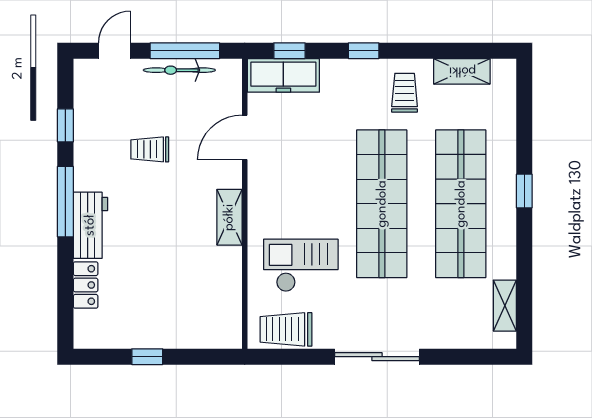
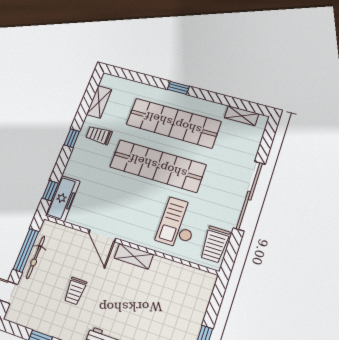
window: (364, 51) -> (72, 138), moved
door: (245, 137) -> (102, 236), moved
sliding door: (377, 357) -> (249, 196), width x1.36

